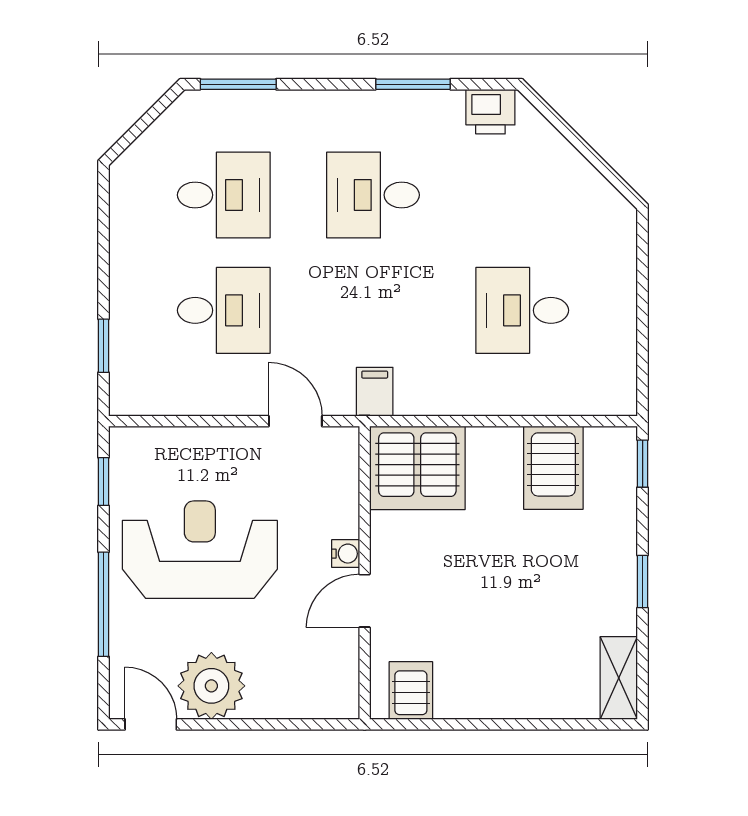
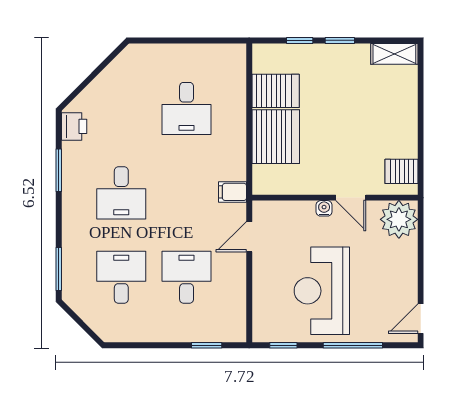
window: (643, 464) -> (300, 40), moved
server rack: (417, 468) -> (276, 137), moved
plant: (211, 686) -> (399, 219), moved

